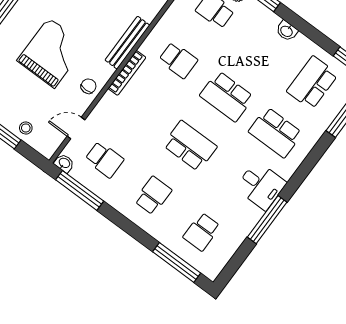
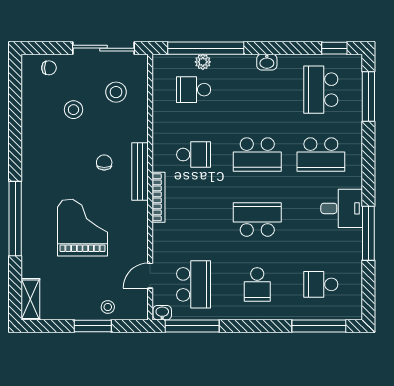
chair: (88, 86) -> (104, 162), moved
school desk: (104, 159) -> (194, 284), width x1.85
school desk: (153, 196) -> (257, 284), turned 180
school desk: (202, 232) -> (321, 284), turned 90

